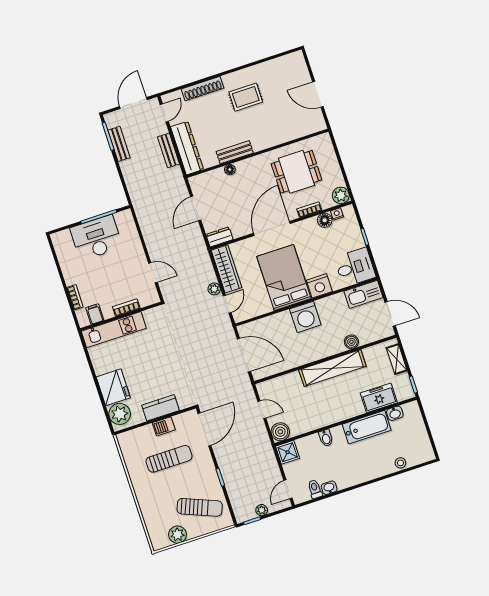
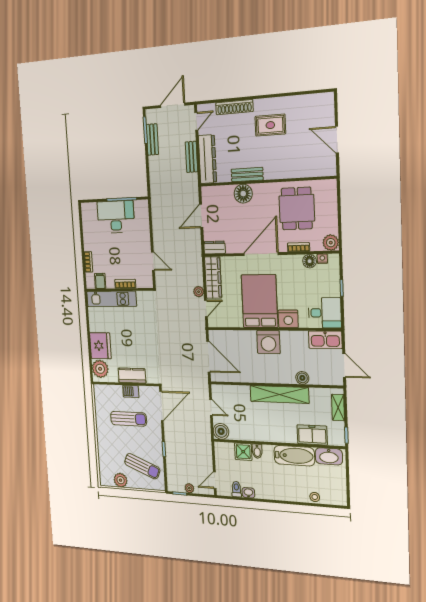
floor lamp: (230, 170) -> (243, 194), width x1.89, depth x1.89
dining table: (296, 172) -> (297, 208), turned 90
washbasin: (395, 413) -> (329, 456), width x1.91, depth x1.45
shower: (288, 452) -> (243, 452), moved

